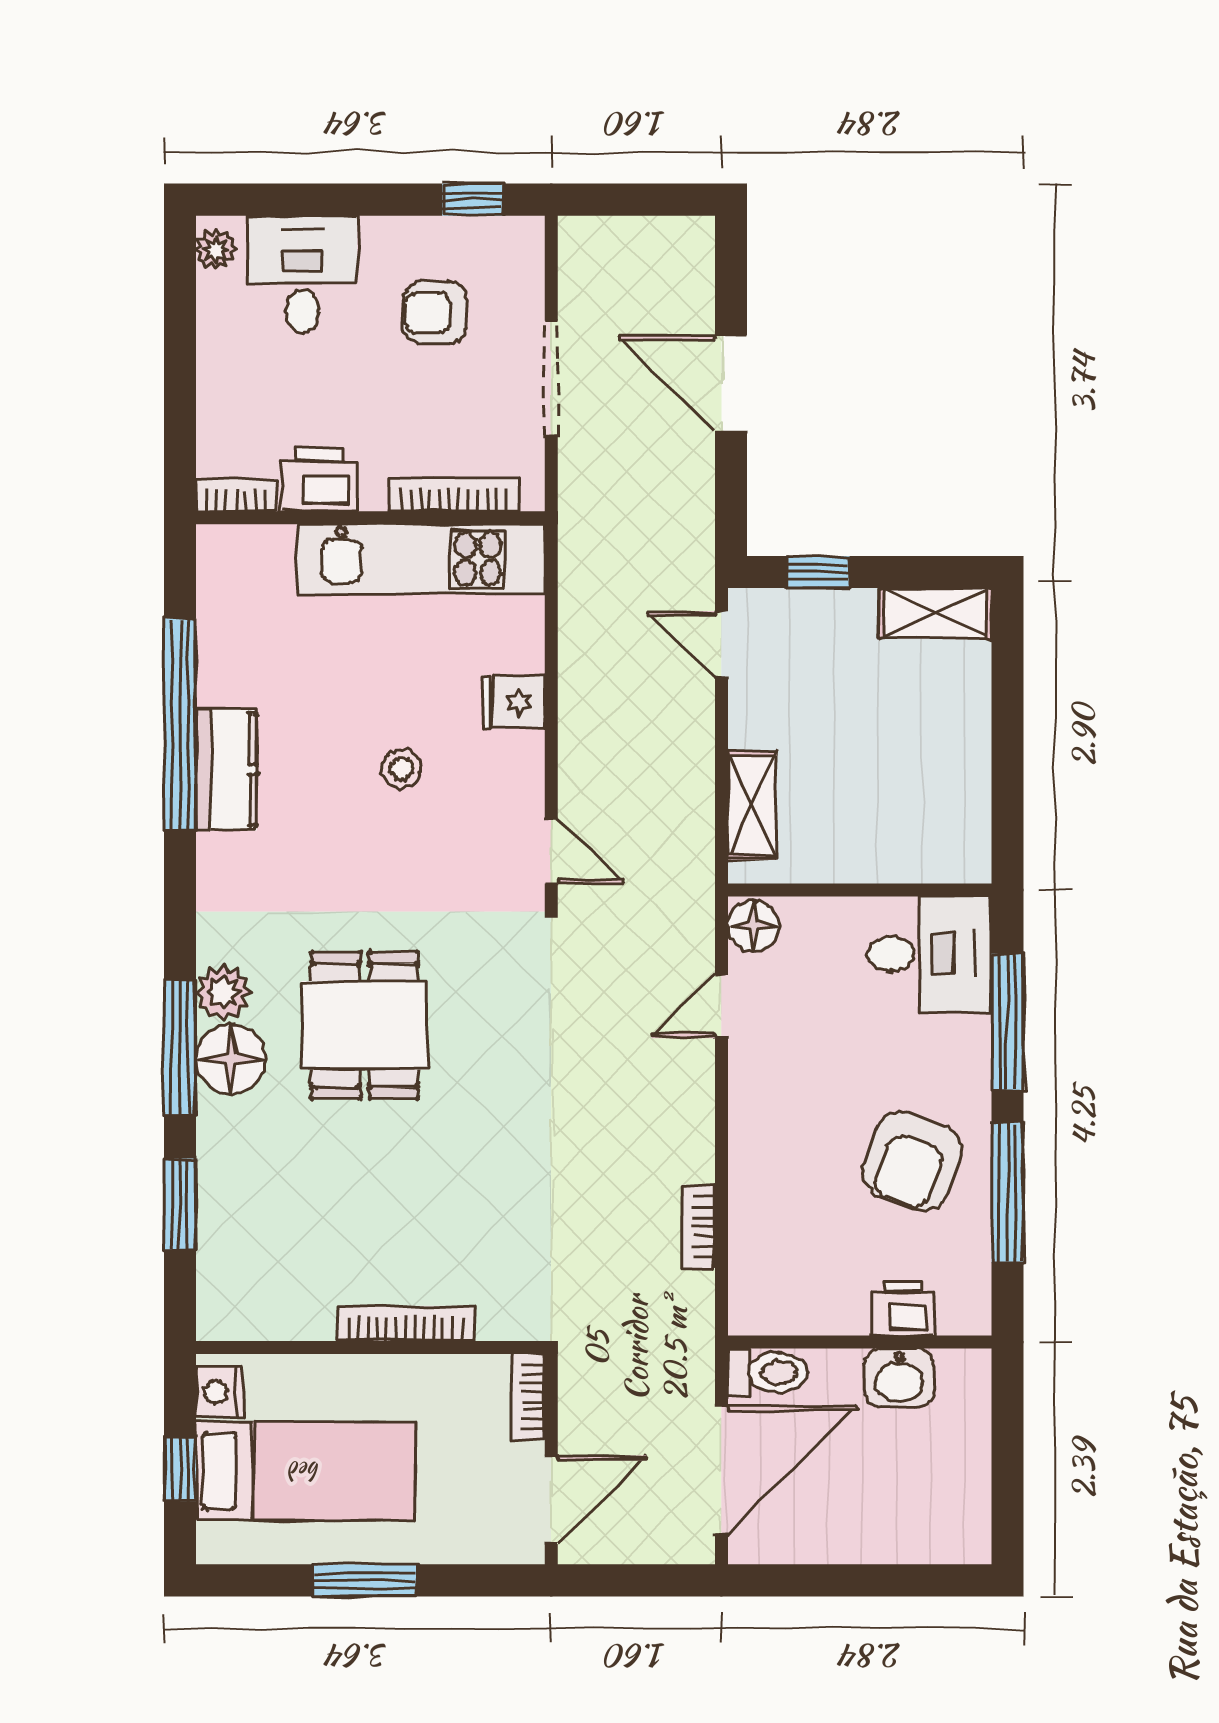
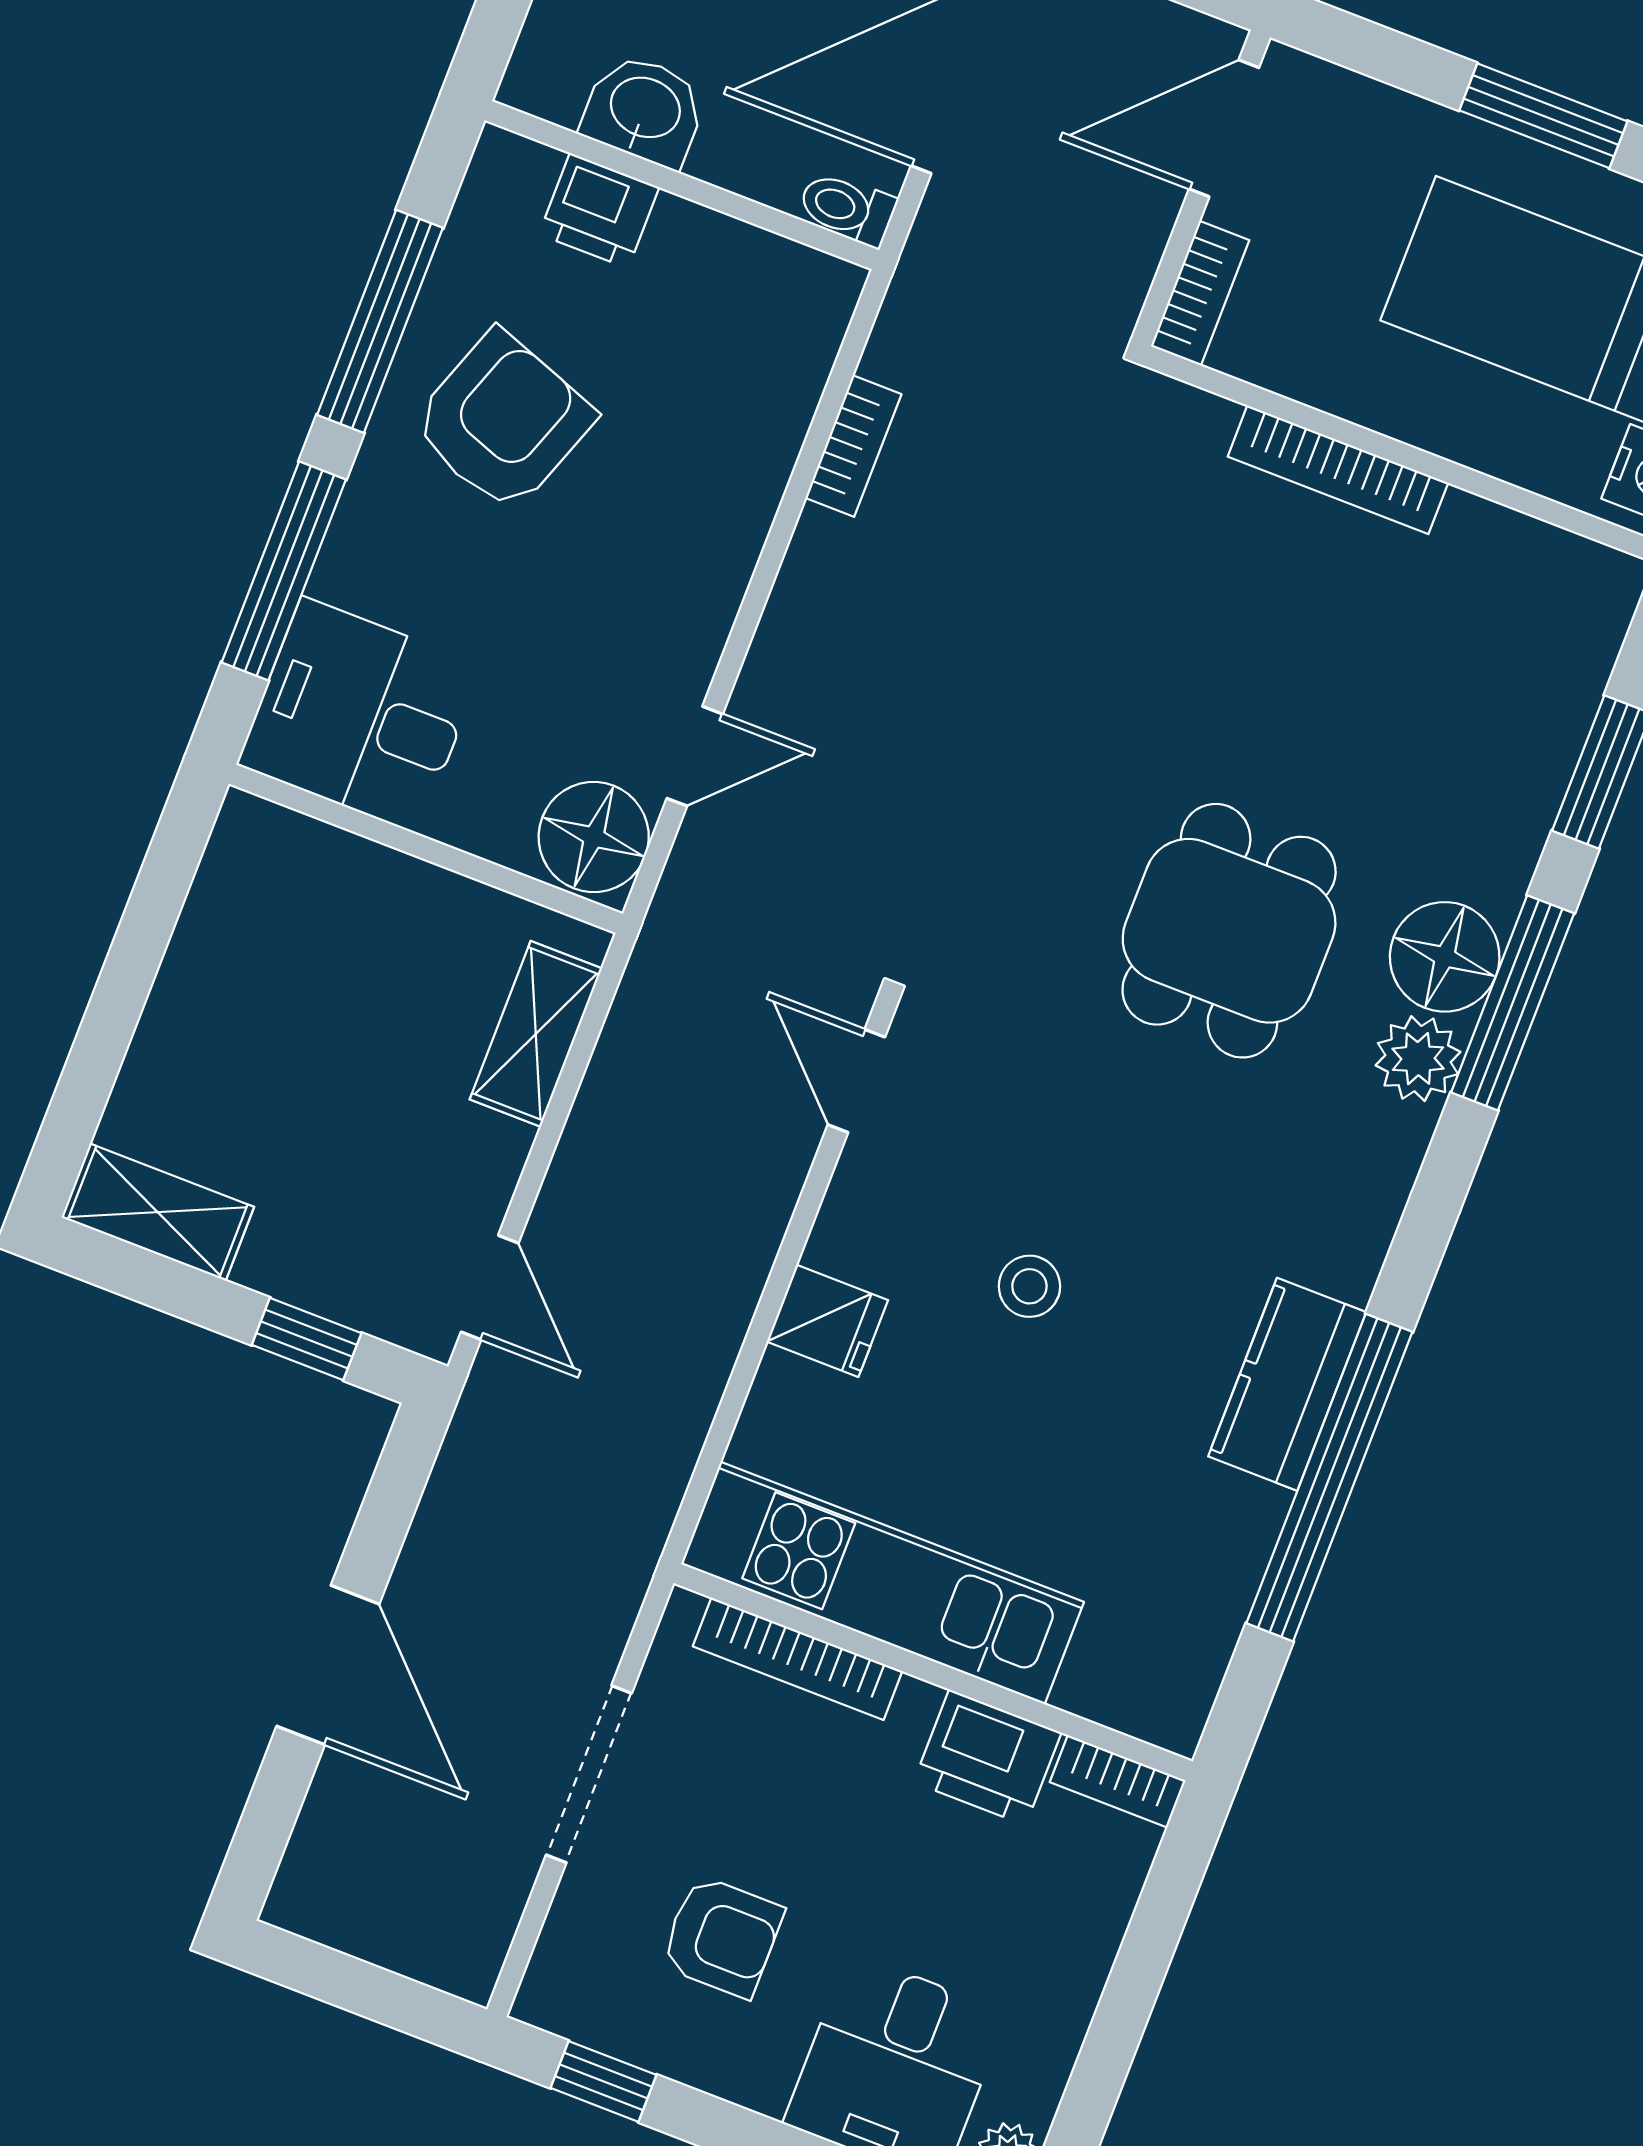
floor lamp: (753, 926) -> (594, 837), width x1.38, depth x1.38
toilet: (768, 1373) -> (847, 208), width x0.73, depth x0.72

